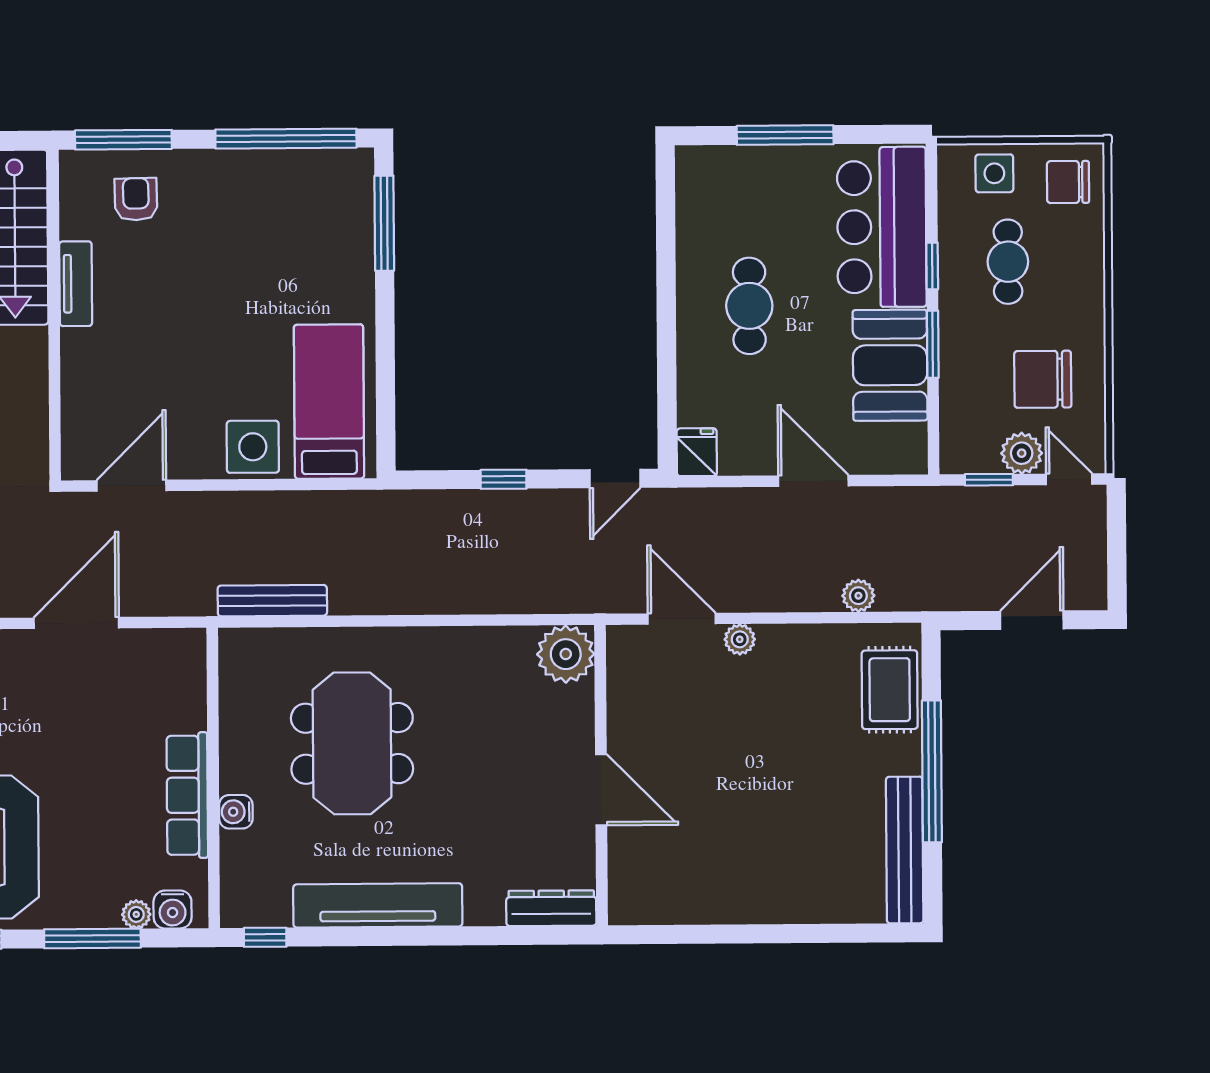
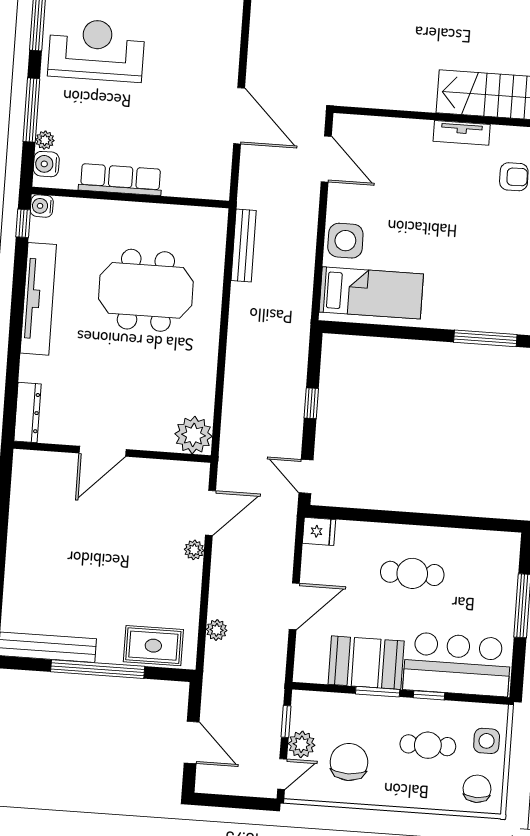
water cooler: (236, 812) -> (42, 206), moved, turned -90

